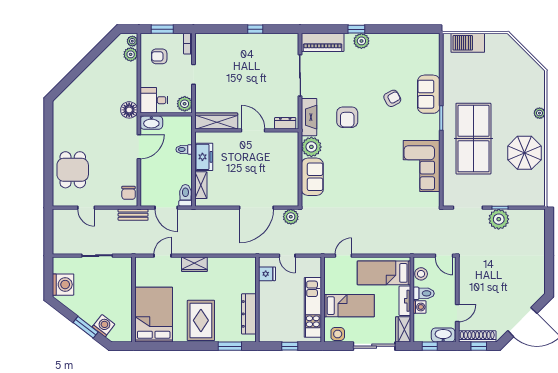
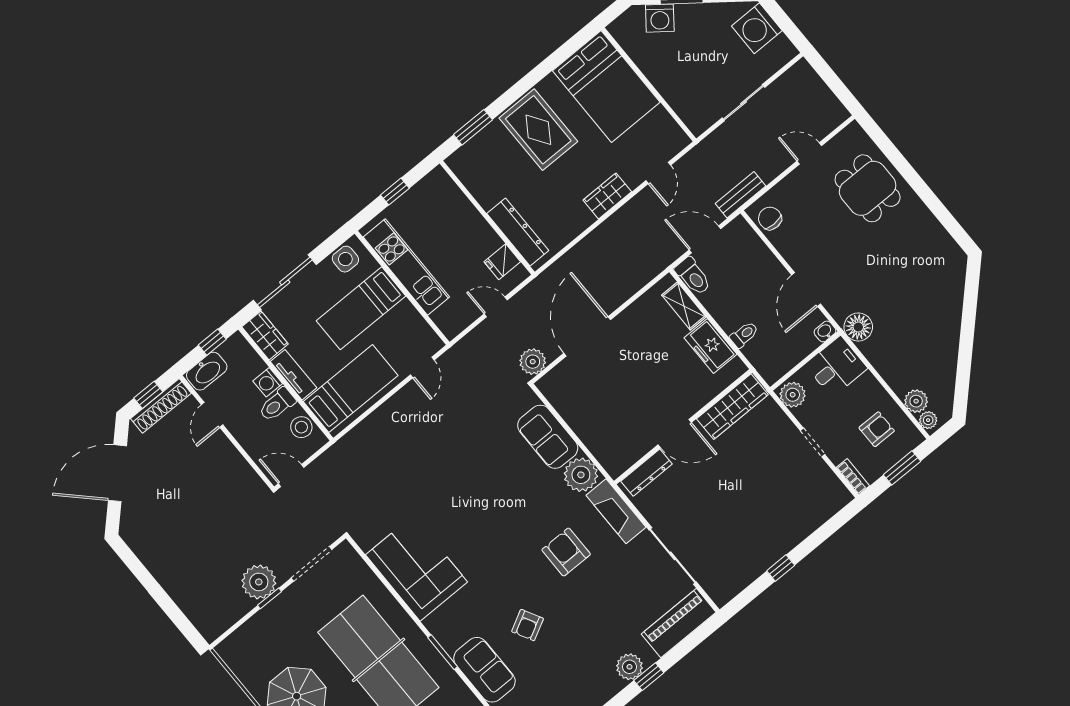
washbasin: (151, 123) -> (825, 331), width x0.52, depth x0.69
dresser: (285, 123) -> (646, 473), width x1.44
dresser: (249, 314) -> (518, 232), moved

